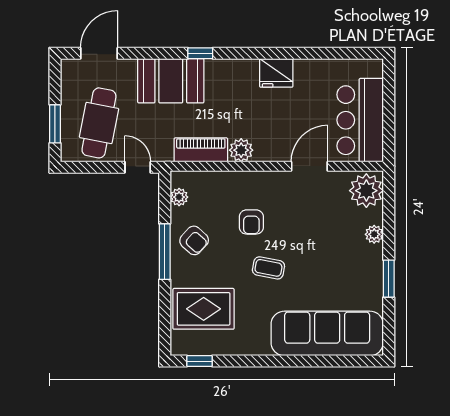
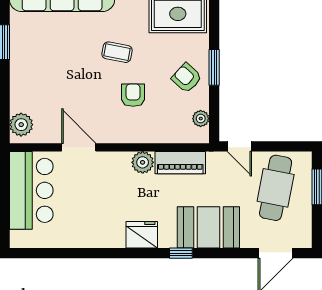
fridge: (276, 73) -> (142, 235), moved
door: (309, 166) -> (79, 147), swing flipped
plant: (366, 191) -> (21, 125), width x0.73, depth x0.73
plant: (374, 234) -> (18, 84), removed
window: (165, 252) -> (214, 67), width x0.69

